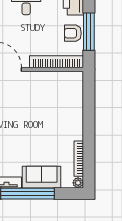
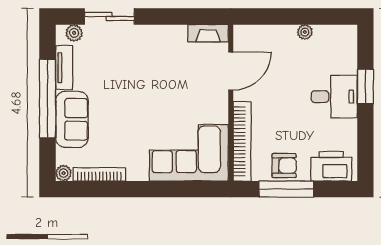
armchair: (73, 33) -> (284, 166), turned 90
corner sofa: (64, 98) -> (189, 153), added

